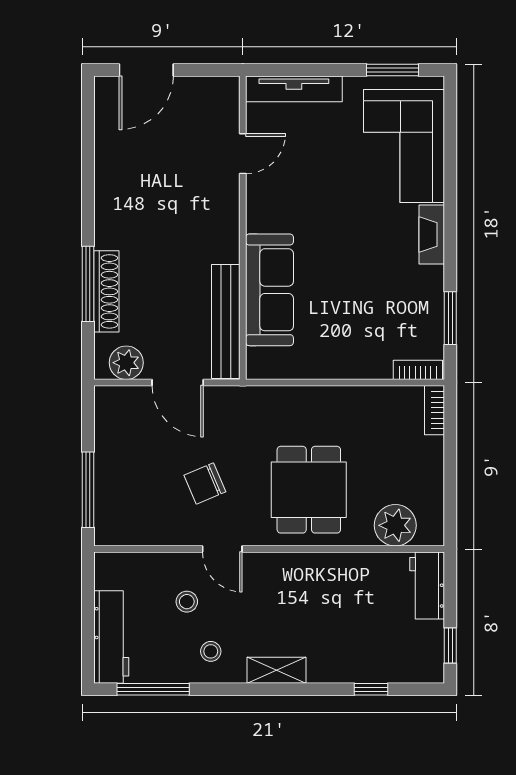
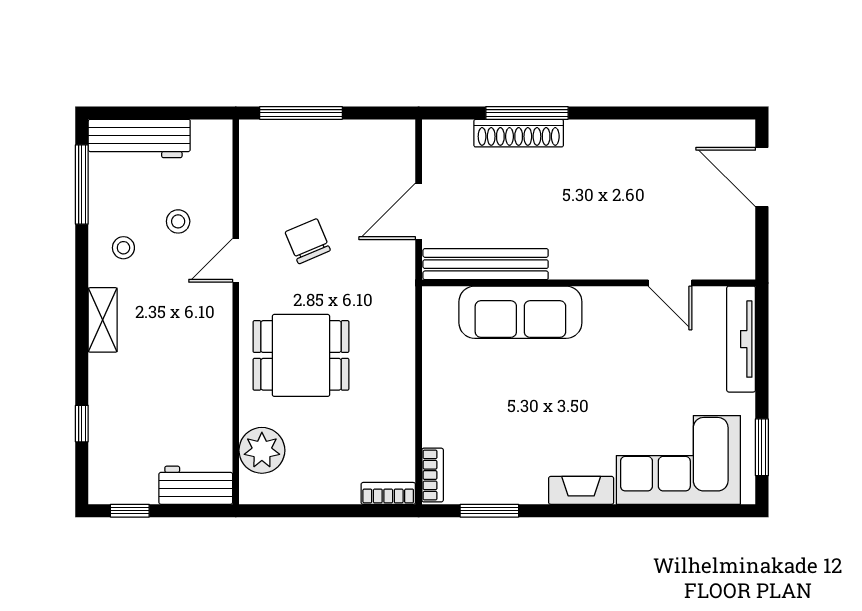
plant: (126, 363) -> (440, 155), removed

